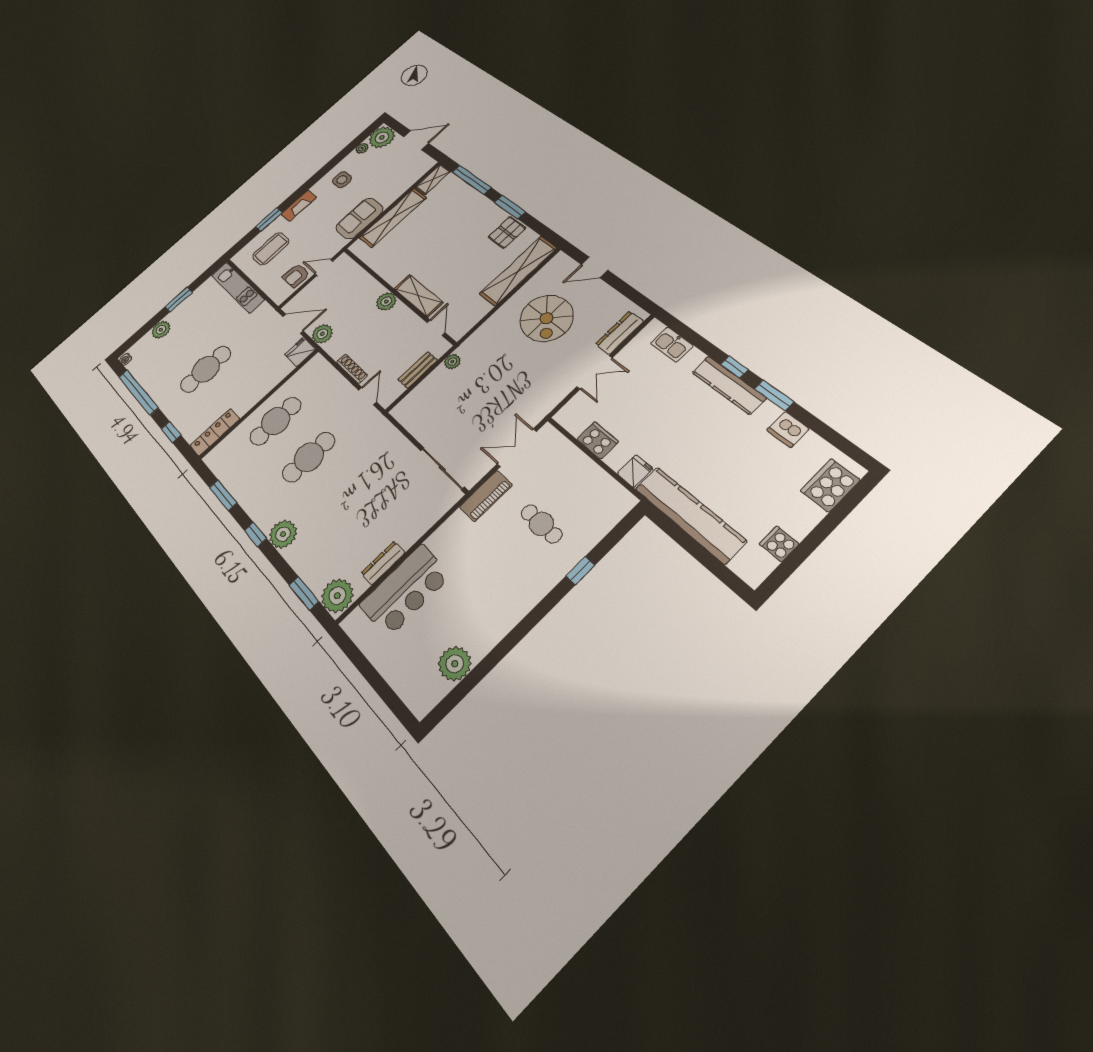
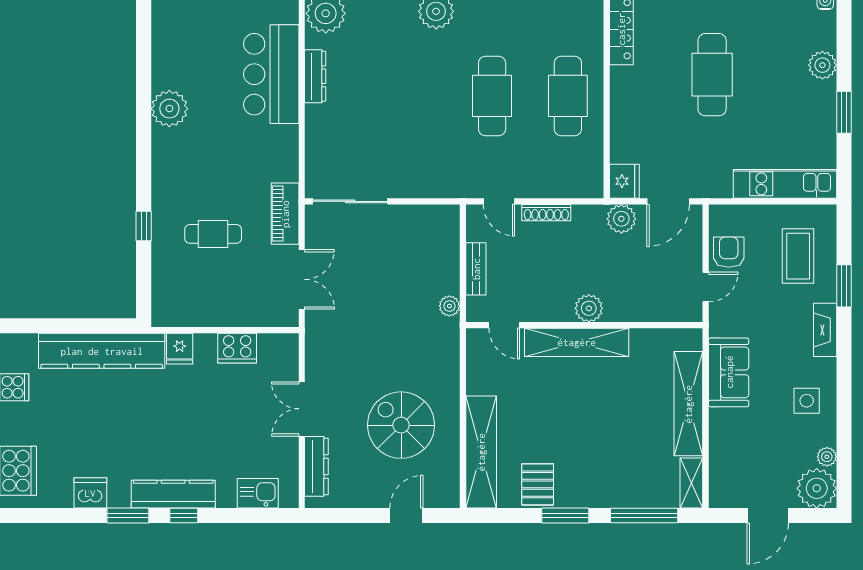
shelving: (418, 296) -> (577, 342), width x1.47
plant: (455, 664) -> (169, 109), moved

